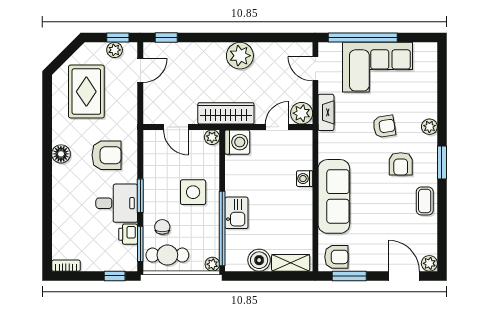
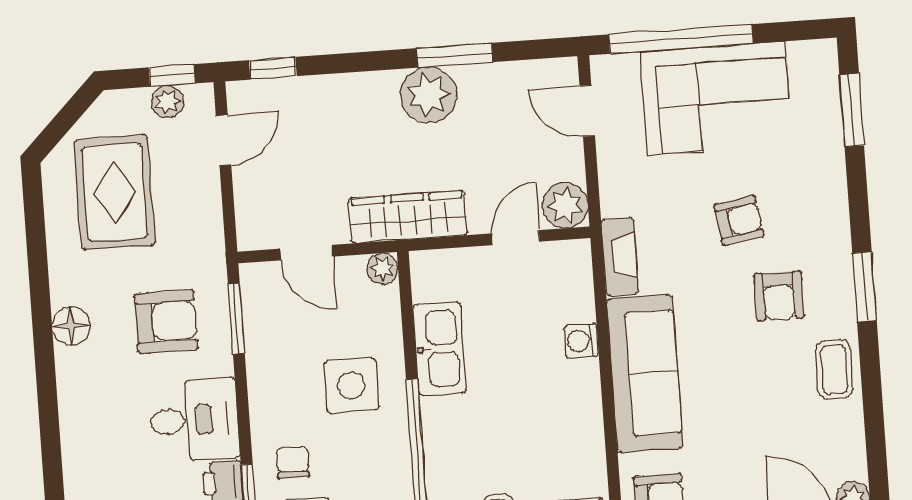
window: (254, 38) -> (455, 55), added
window: (442, 77) -> (852, 110), added
fireplace: (326, 112) -> (620, 257), moved
plant: (429, 127) -> (833, 214), removed
washing machine: (237, 142) -> (436, 275), removed
window: (140, 196) -> (236, 319), moved
kitchen sink: (236, 213) -> (439, 349), moved, width x1.38

